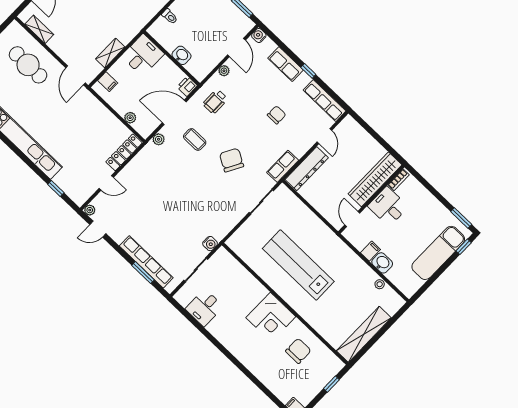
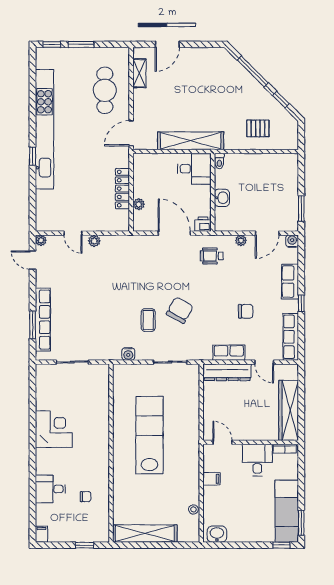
toilet: (170, 16) -> (219, 161), moved
shelving: (110, 53) -> (191, 141), width x2.20, depth x1.33
filing cabinet: (108, 82) -> (149, 162), removed
door: (324, 136) -> (264, 362), hinge flipped
plant: (159, 139) -> (94, 241), moved
coffee table: (195, 139) -> (148, 320), moved
locker: (124, 152) -> (122, 189), moved, turned -90
row of seats: (283, 166) -> (229, 353), moved
wardrobe: (375, 179) -> (289, 410), moved, turned -90
window: (56, 189) -> (33, 156), moved
door: (352, 219) -> (222, 442), hinge flipped
water cooler: (210, 244) -> (128, 354), moved
exam couch: (438, 253) -> (287, 511), moved, turned -90
washbasin: (382, 263) -> (217, 534), moved, turned -90
desk: (204, 308) -> (50, 489), moved
corner desk: (271, 317) -> (54, 429), moved, turned 180
chair: (298, 351) -> (86, 497), width x0.54, depth x0.54

